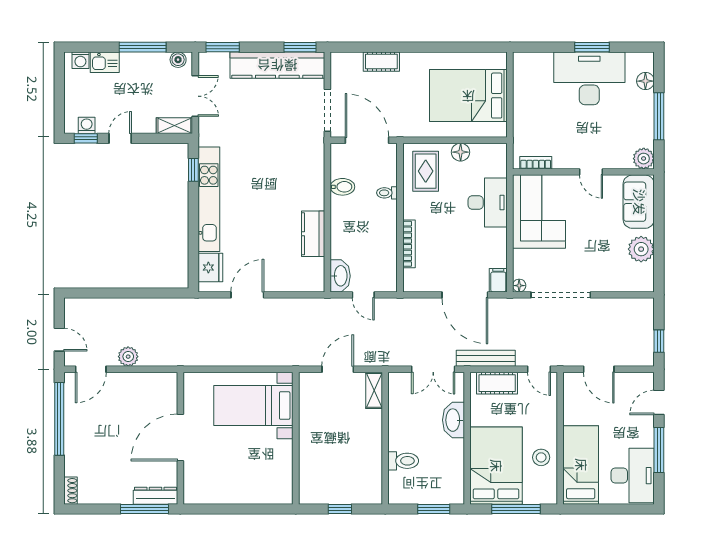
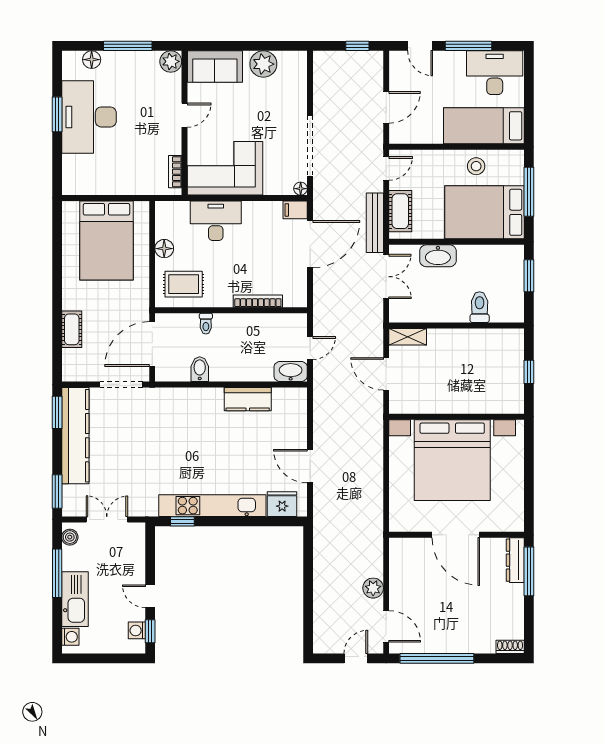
kitchen sink: (105, 62) -> (75, 599), width x1.87, depth x1.24
shelving: (174, 126) -> (137, 541), removed
bed with nightstands: (253, 406) -> (452, 460), width x1.85

